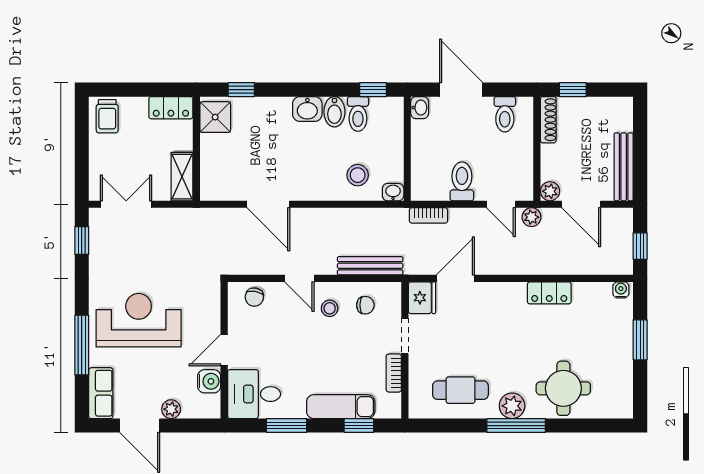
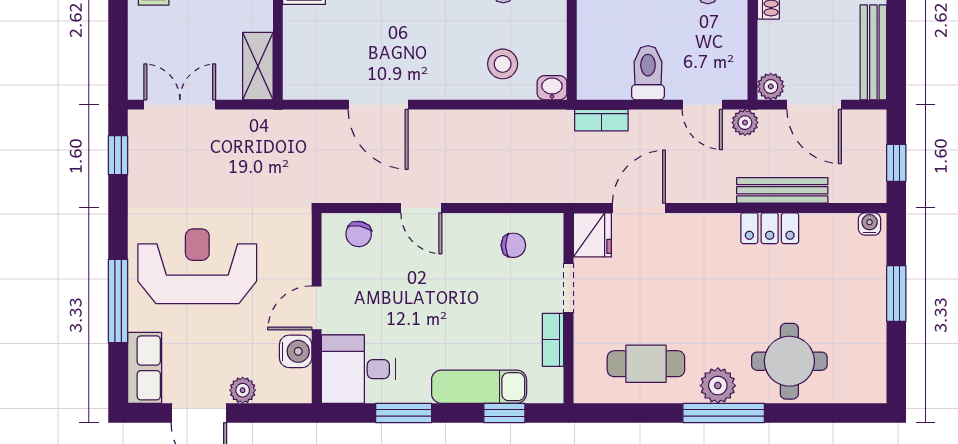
bench: (370, 266) -> (782, 190), moved
stool: (330, 308) -> (464, 250), removed

